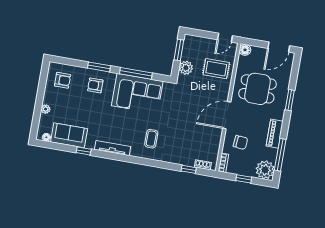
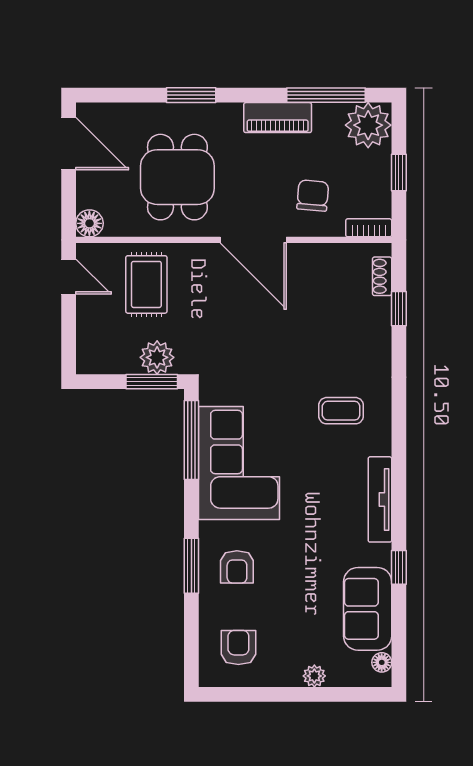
window: (179, 50) -> (152, 382), moved
window: (136, 73) -> (191, 440), moved

